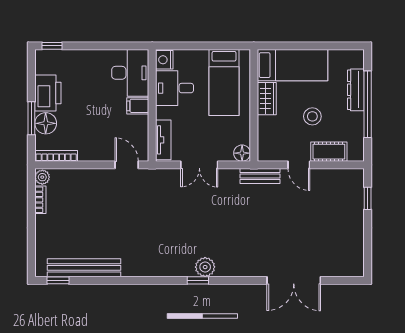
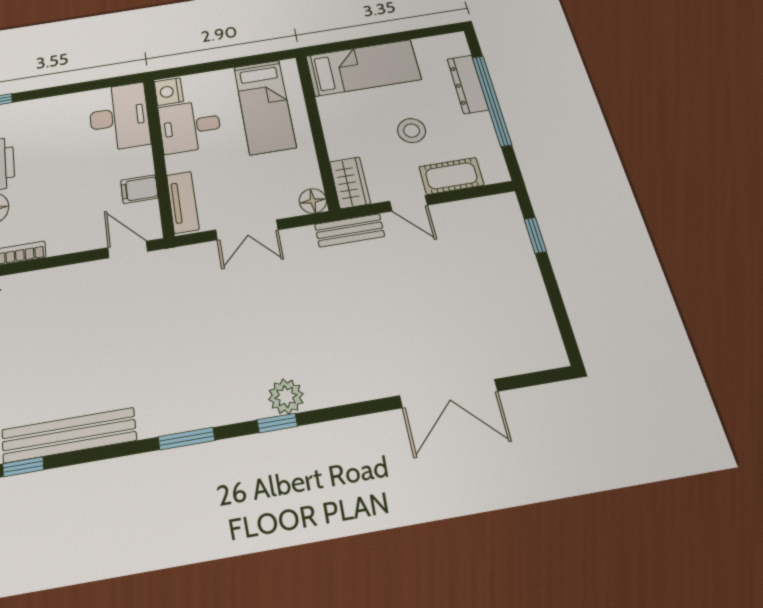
wardrobe: (267, 99) -> (350, 183), moved
filing cabinet: (138, 106) -> (139, 189), moved
window: (148, 280) -> (186, 439), added

